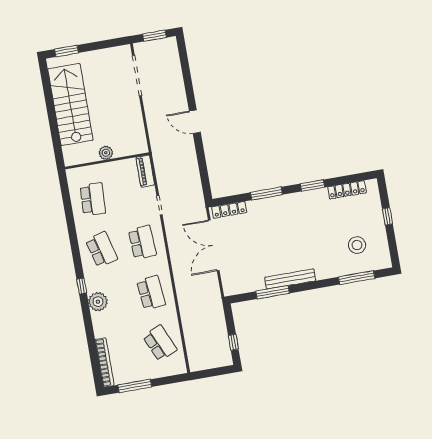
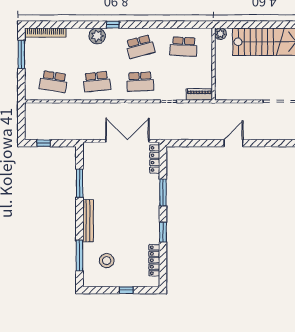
plant: (106, 153) -> (220, 34), moved
bench: (290, 279) -> (88, 221), moved
school desk: (160, 343) -> (53, 82), turned 33

